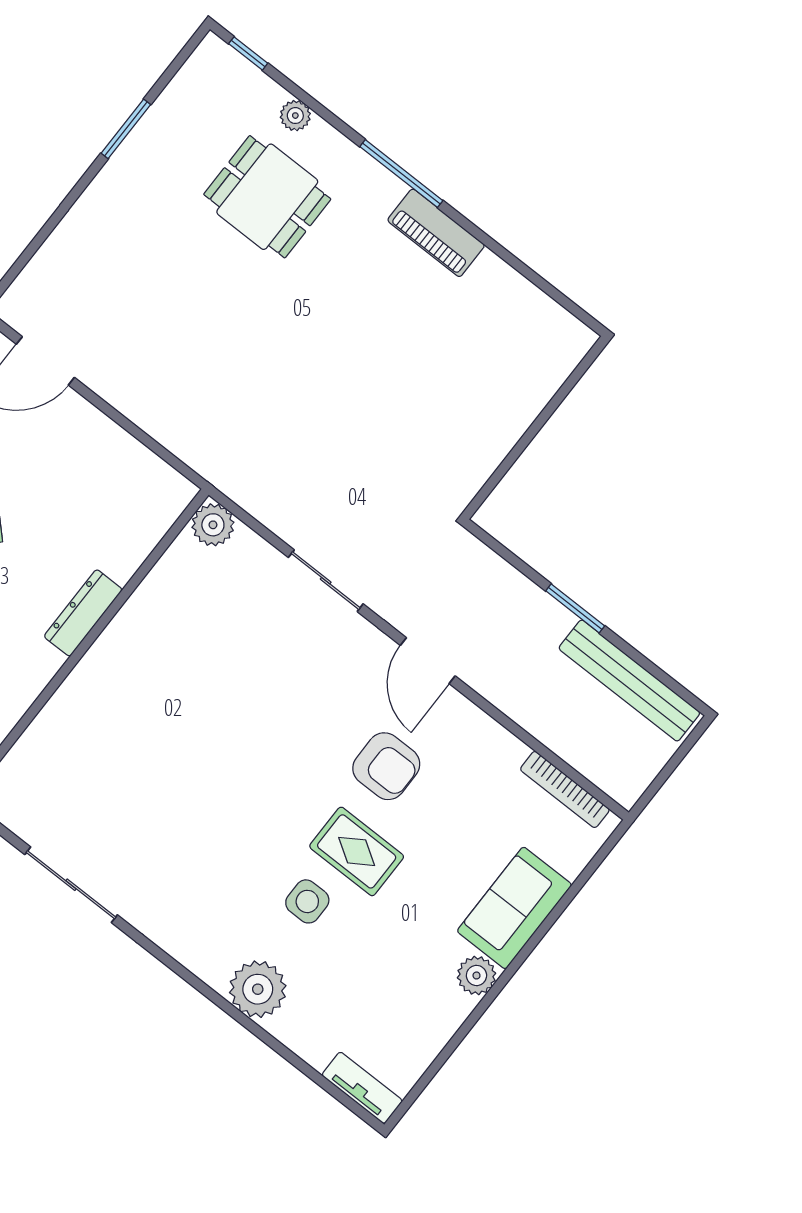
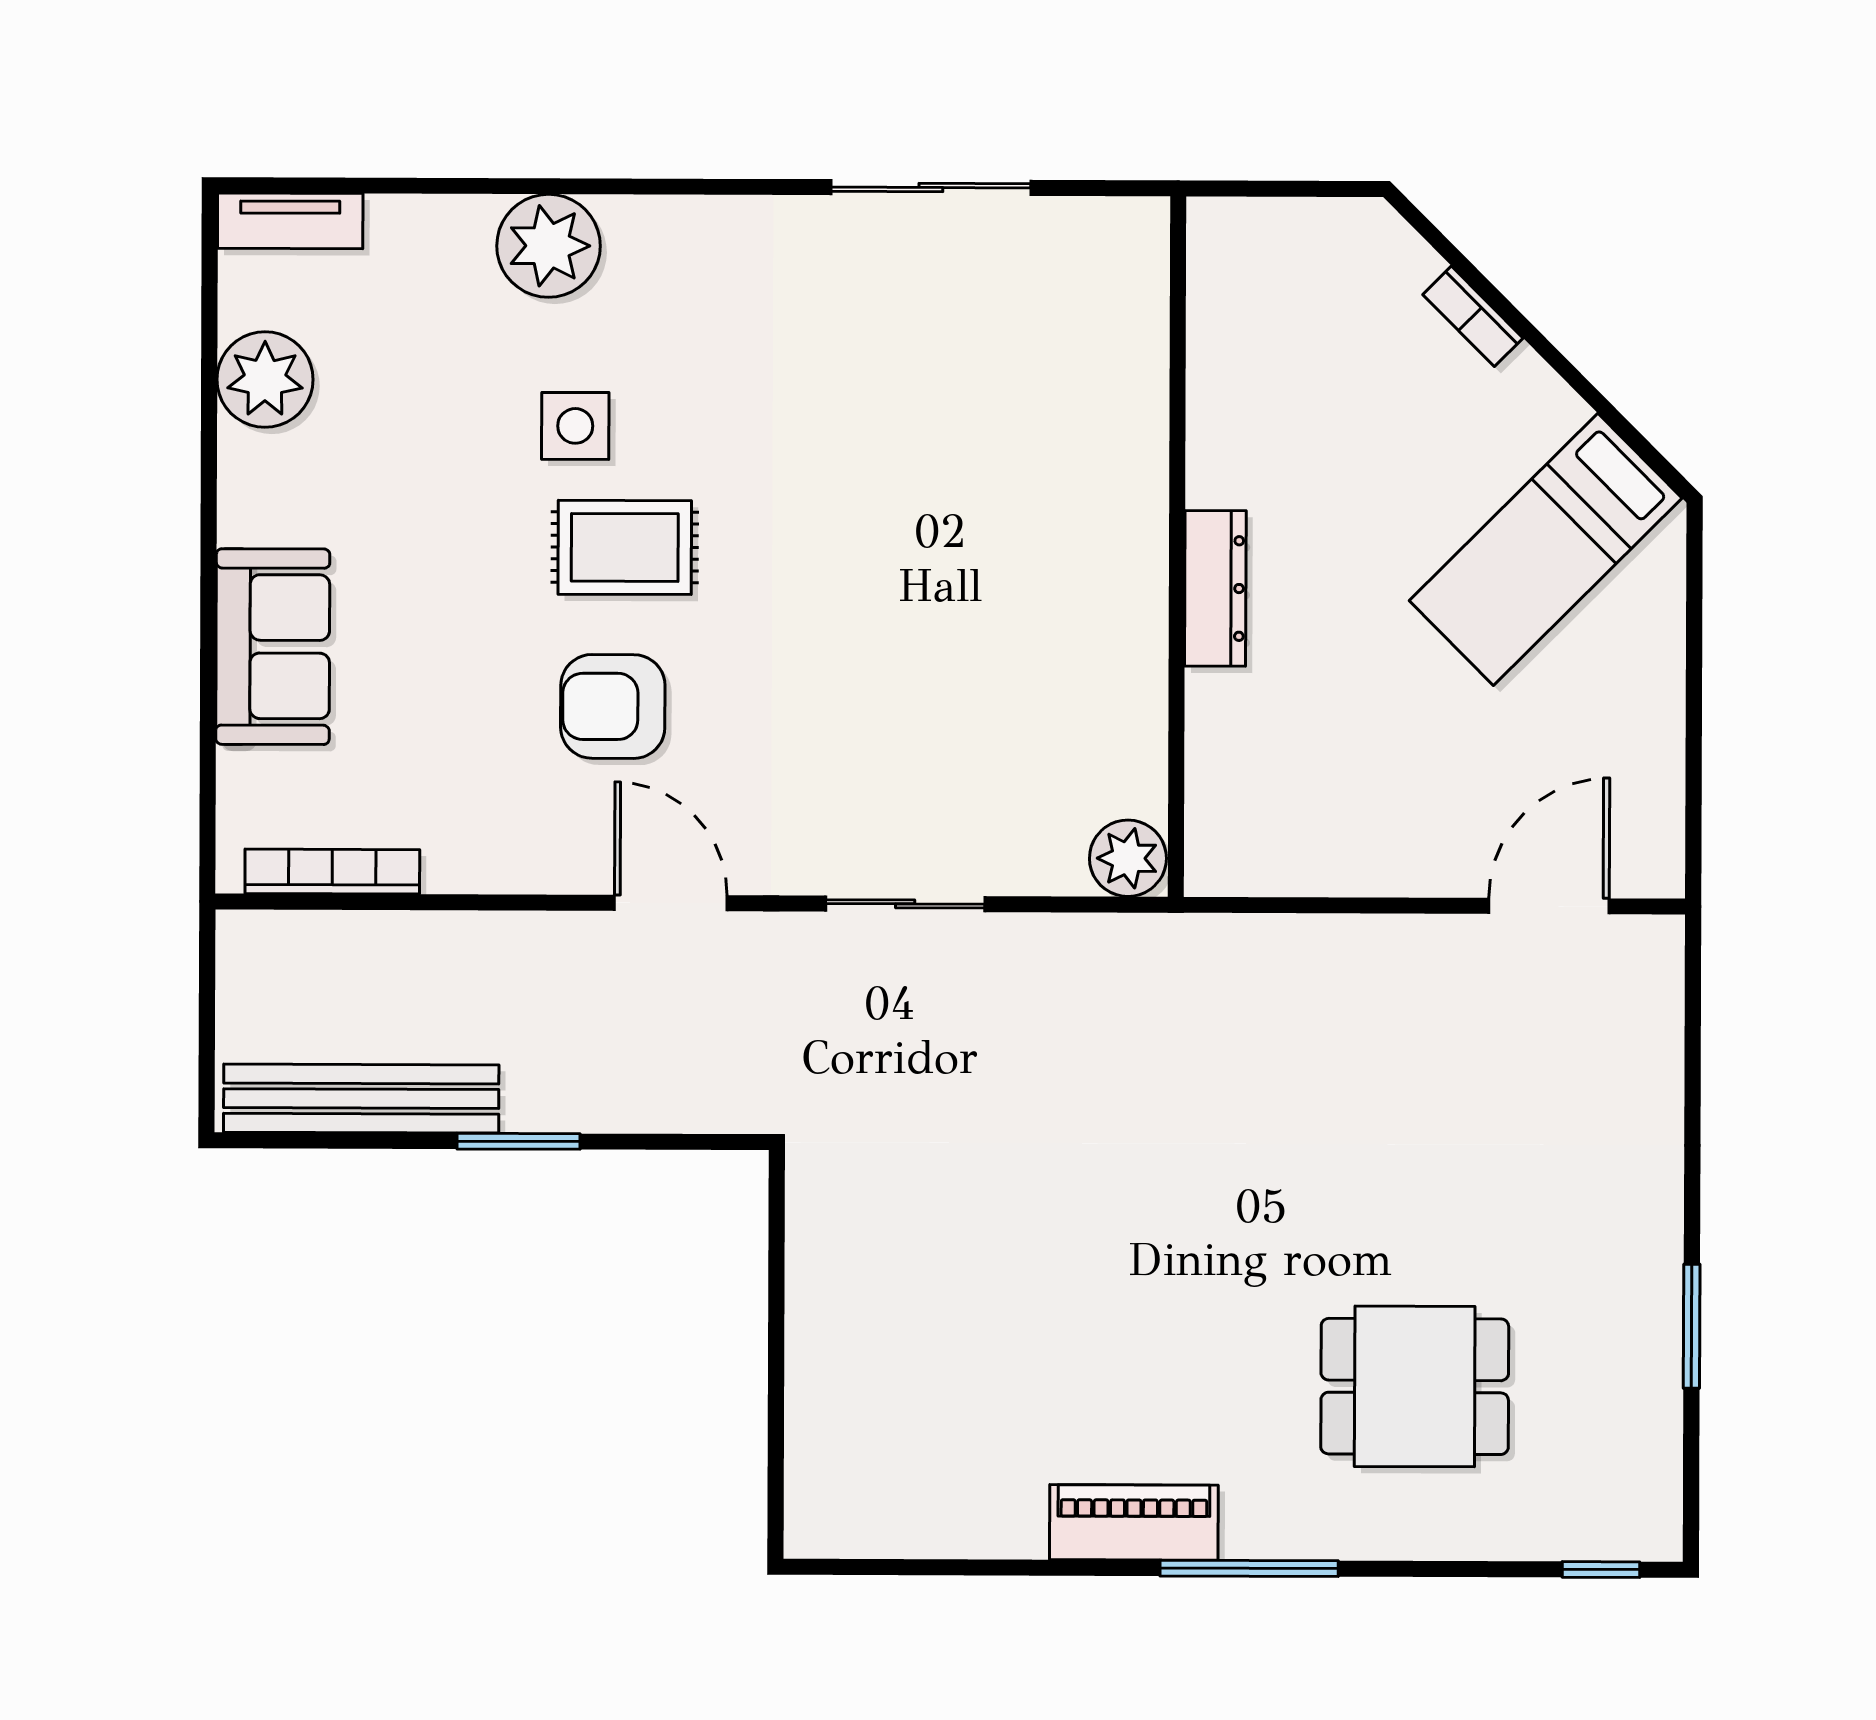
plant: (295, 116) -> (1465, 1533), removed
rug: (357, 851) -> (625, 547), moved
plant: (476, 975) -> (265, 380), moved, width x1.36, depth x1.36

